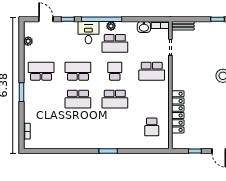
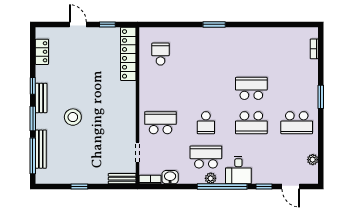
school desk: (115, 99) -> (206, 88), removed
locker: (178, 112) -> (128, 54), moved

